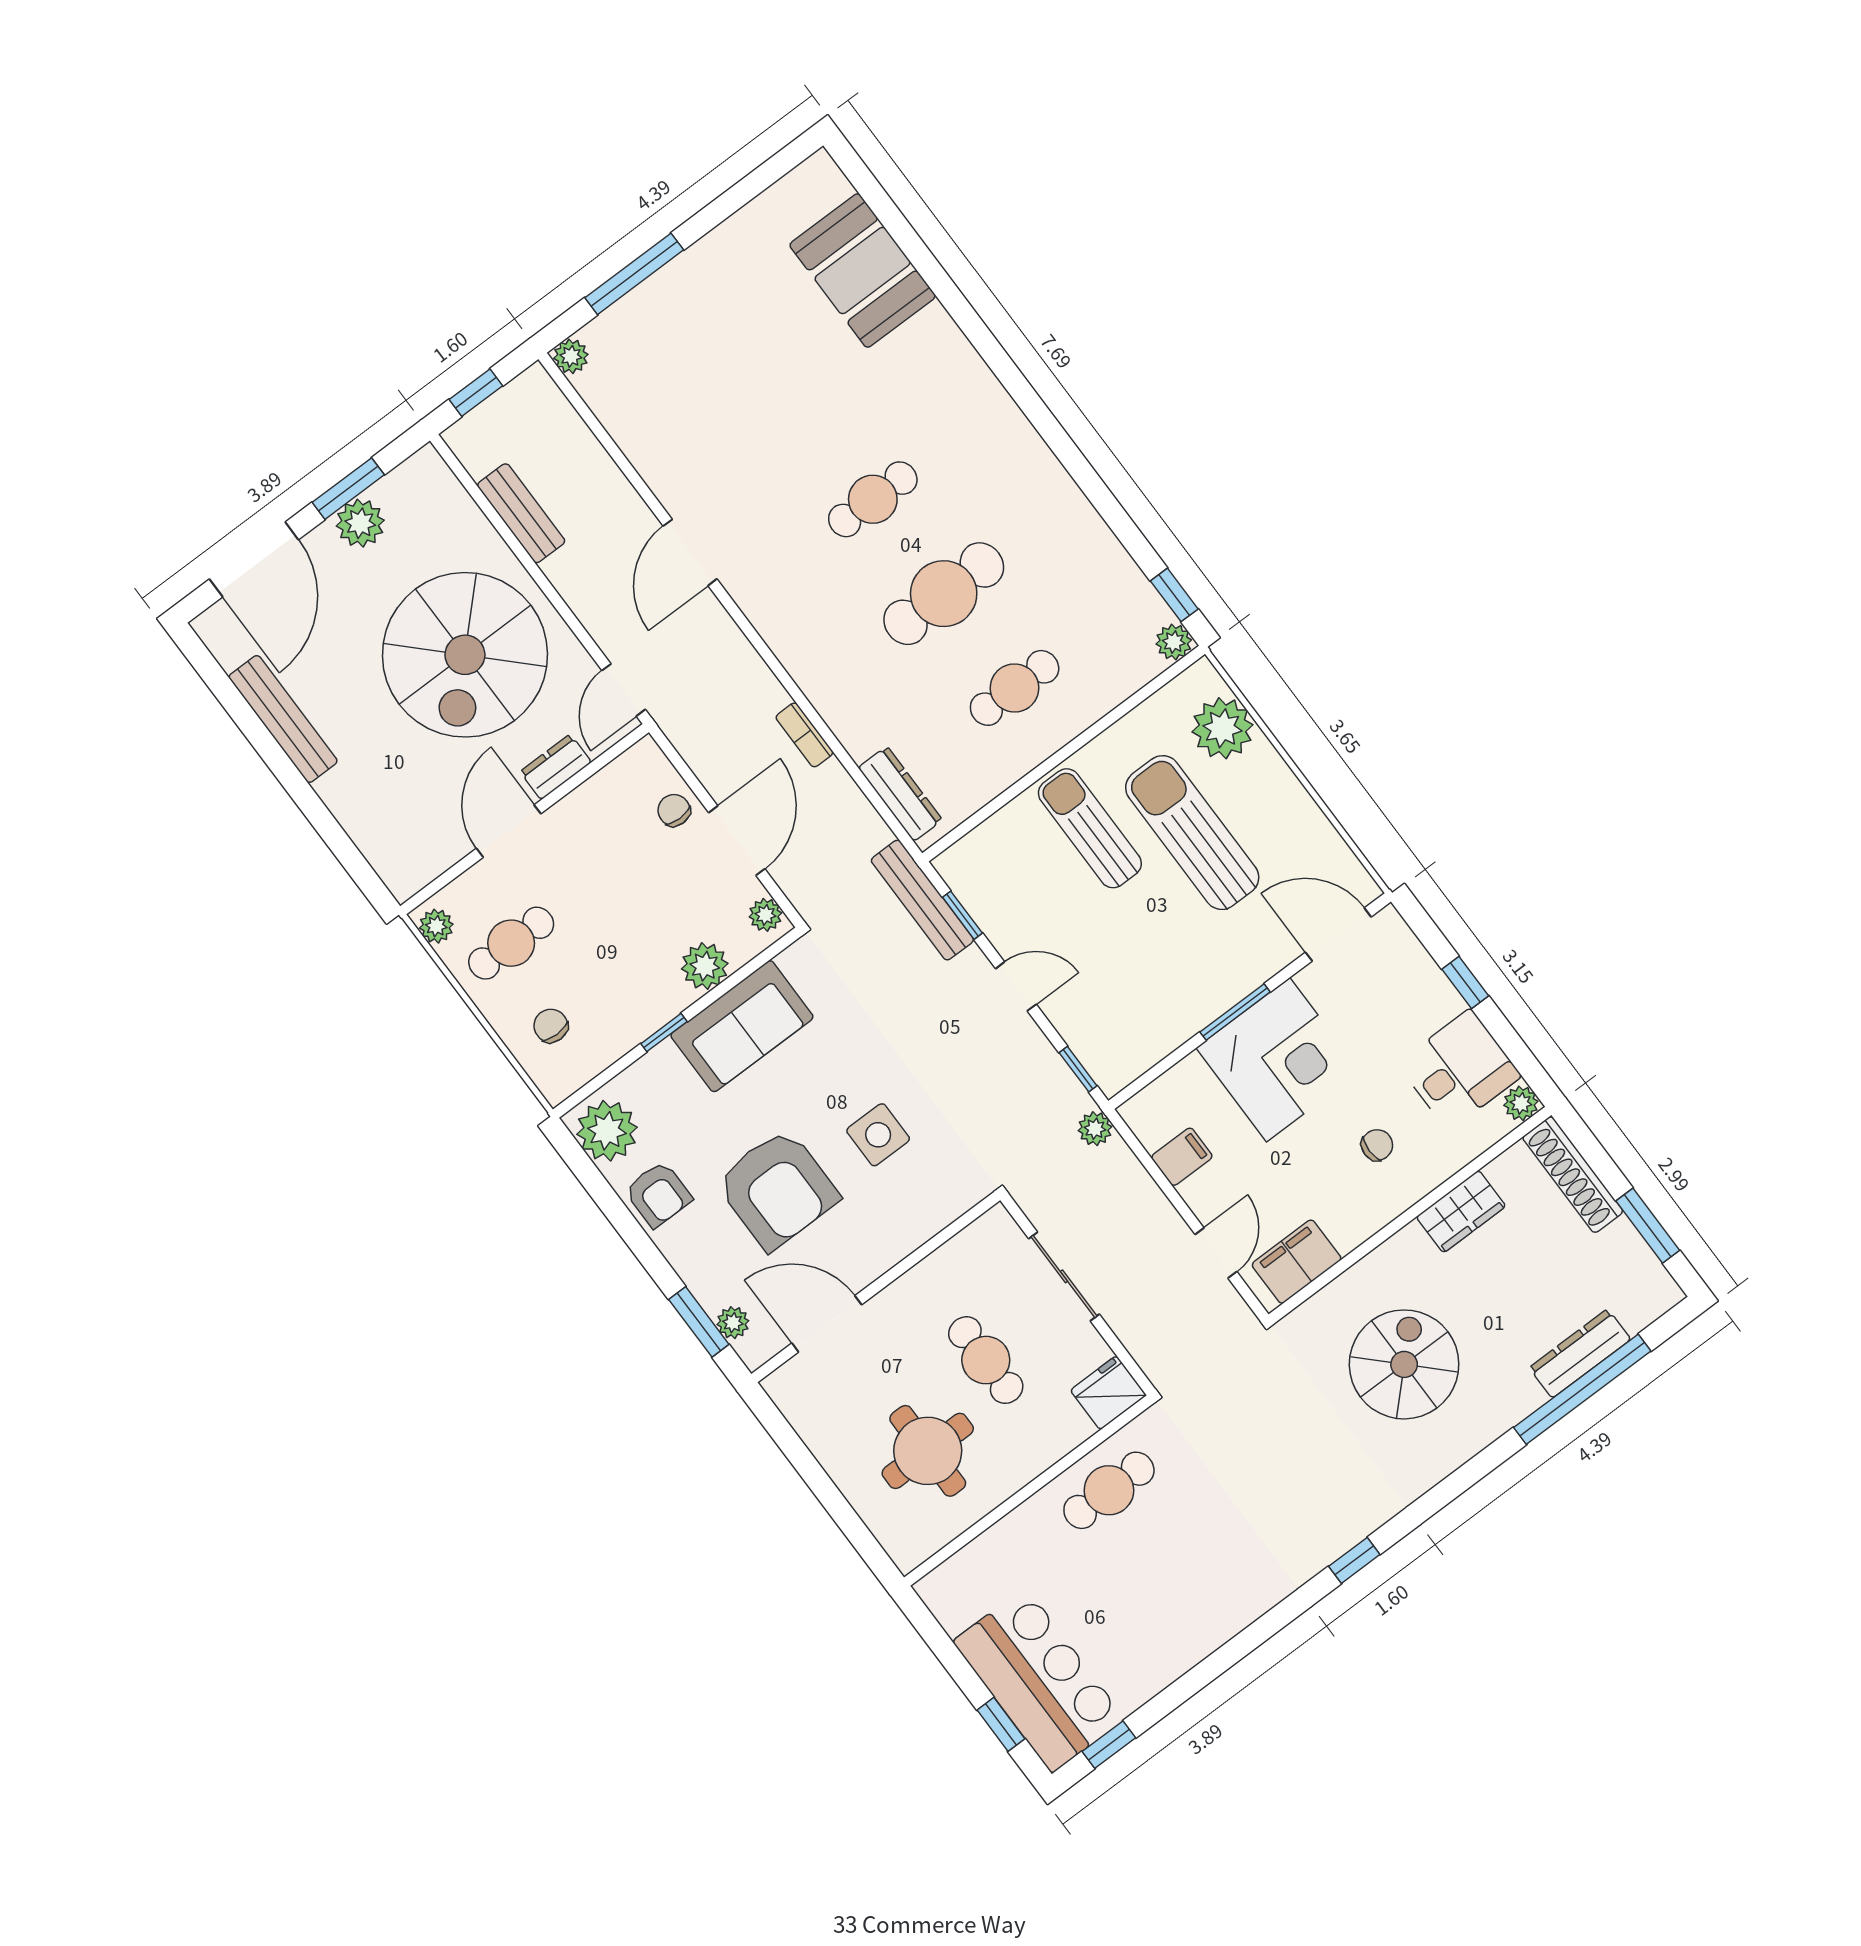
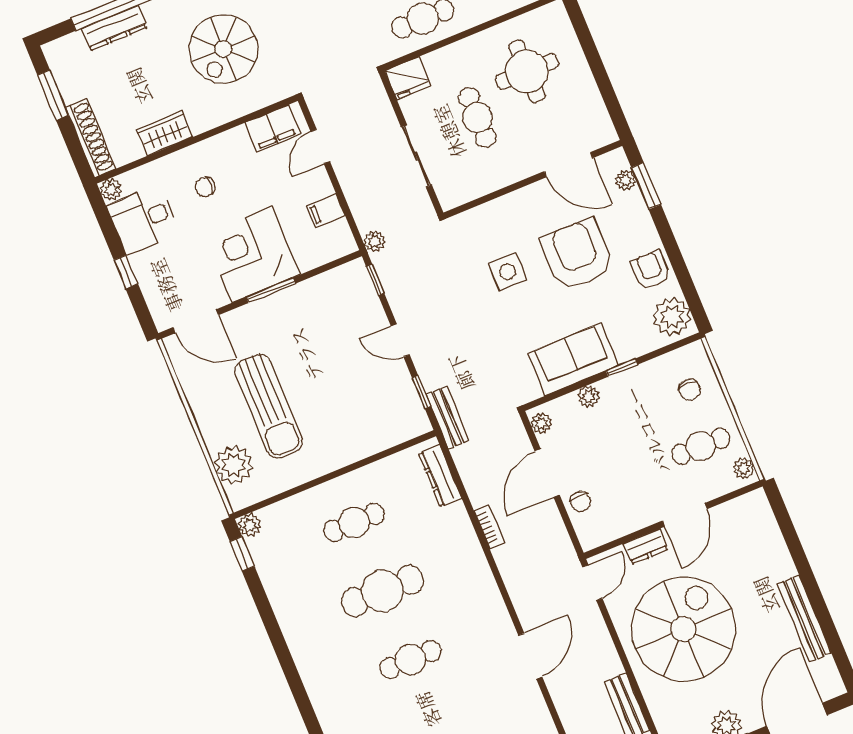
sun lounger: (1090, 828) -> (330, 425), removed
bench: (922, 900) -> (448, 418), width x0.73
plant: (705, 966) -> (589, 396), width x0.73, depth x0.73

